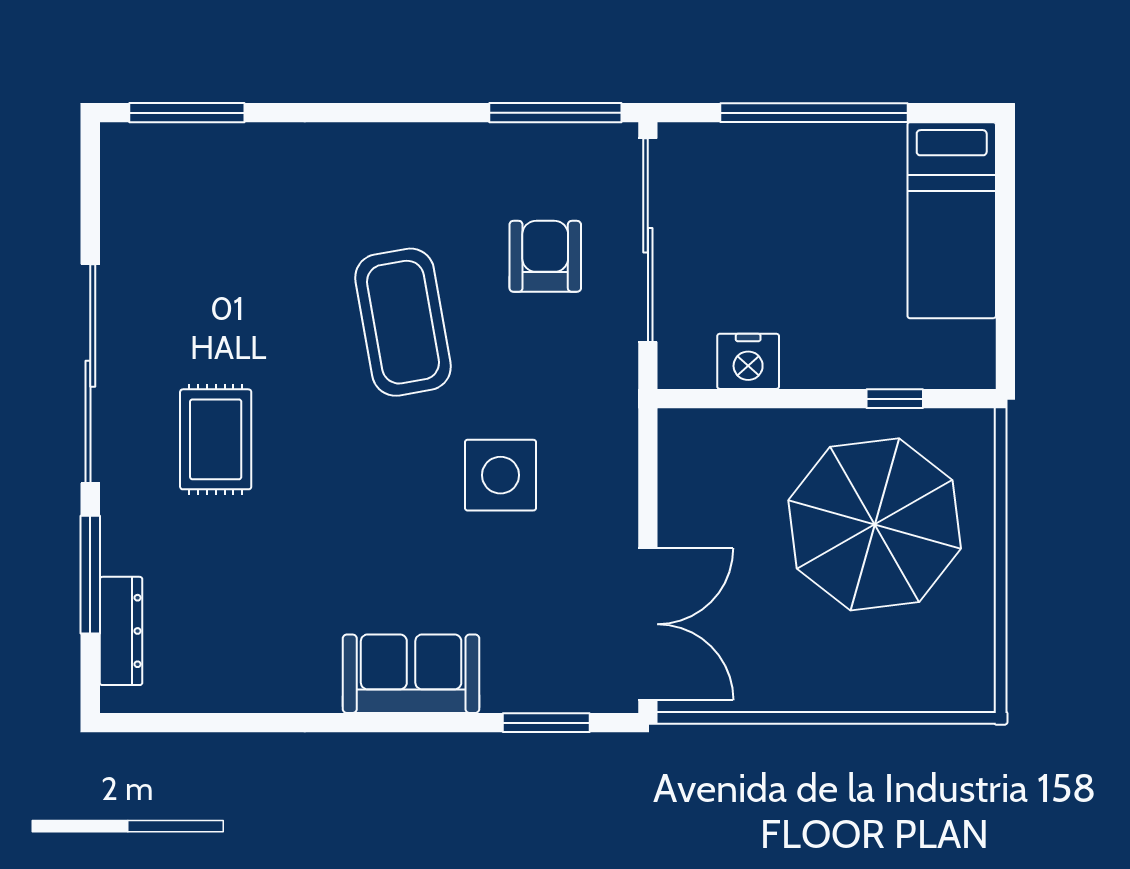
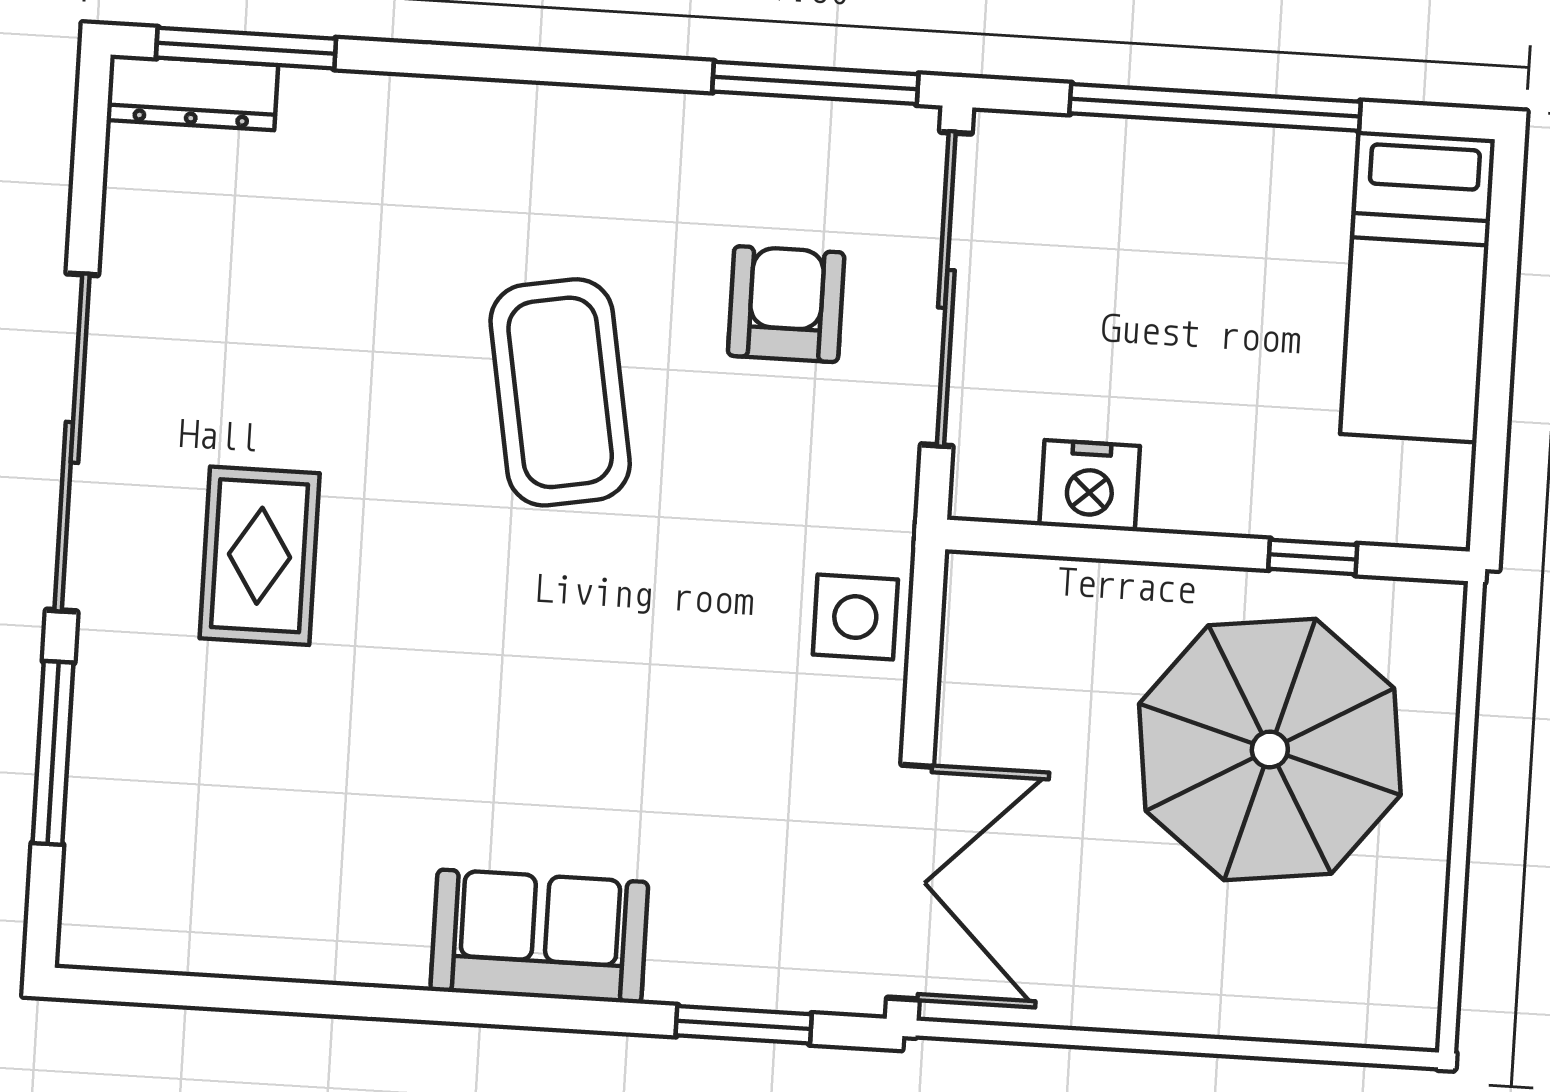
side table: (500, 475) -> (855, 617), moved, width x0.73, depth x0.73
dresser: (121, 631) -> (192, 93), moved, turned 90

